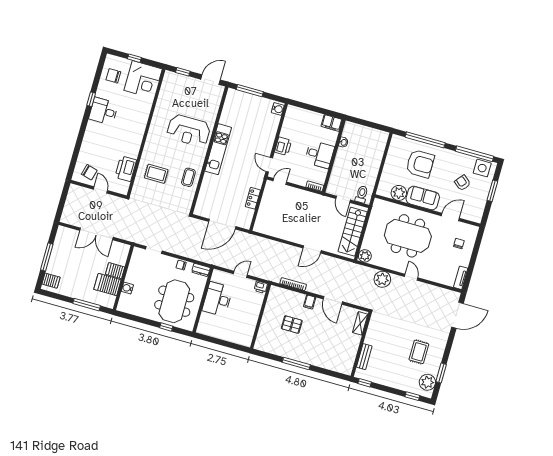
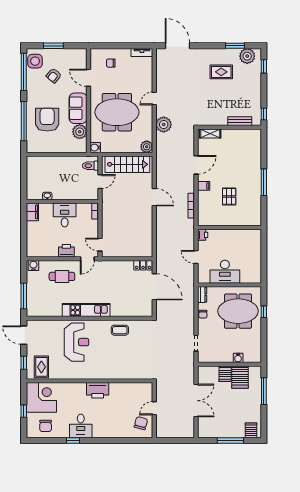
cafe table: (259, 134) -> (62, 276), added
printer: (126, 169) -> (98, 390), moved
rug: (156, 174) -> (41, 367), moved
locker: (253, 198) -> (143, 265), moved
water cooler: (378, 204) -> (95, 148), added
meeting table: (408, 236) -> (117, 112), turned 90

